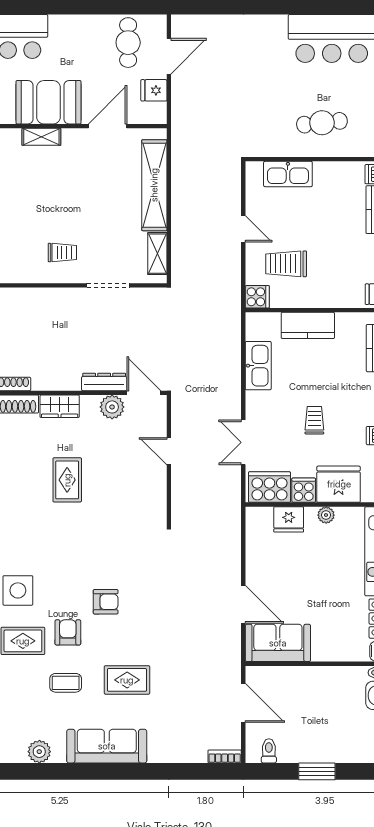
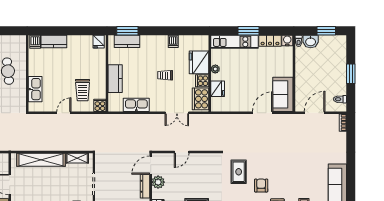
rug: (127, 680) -> (239, 172), moved

